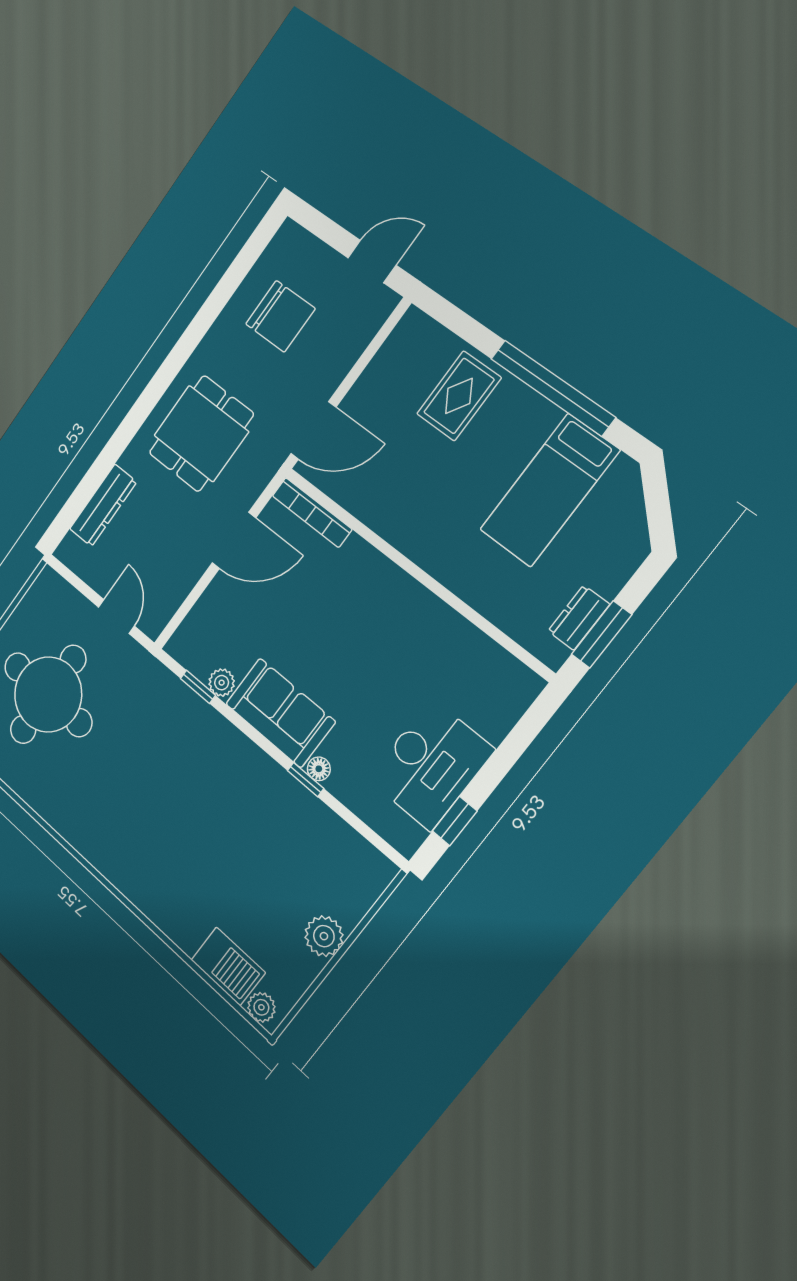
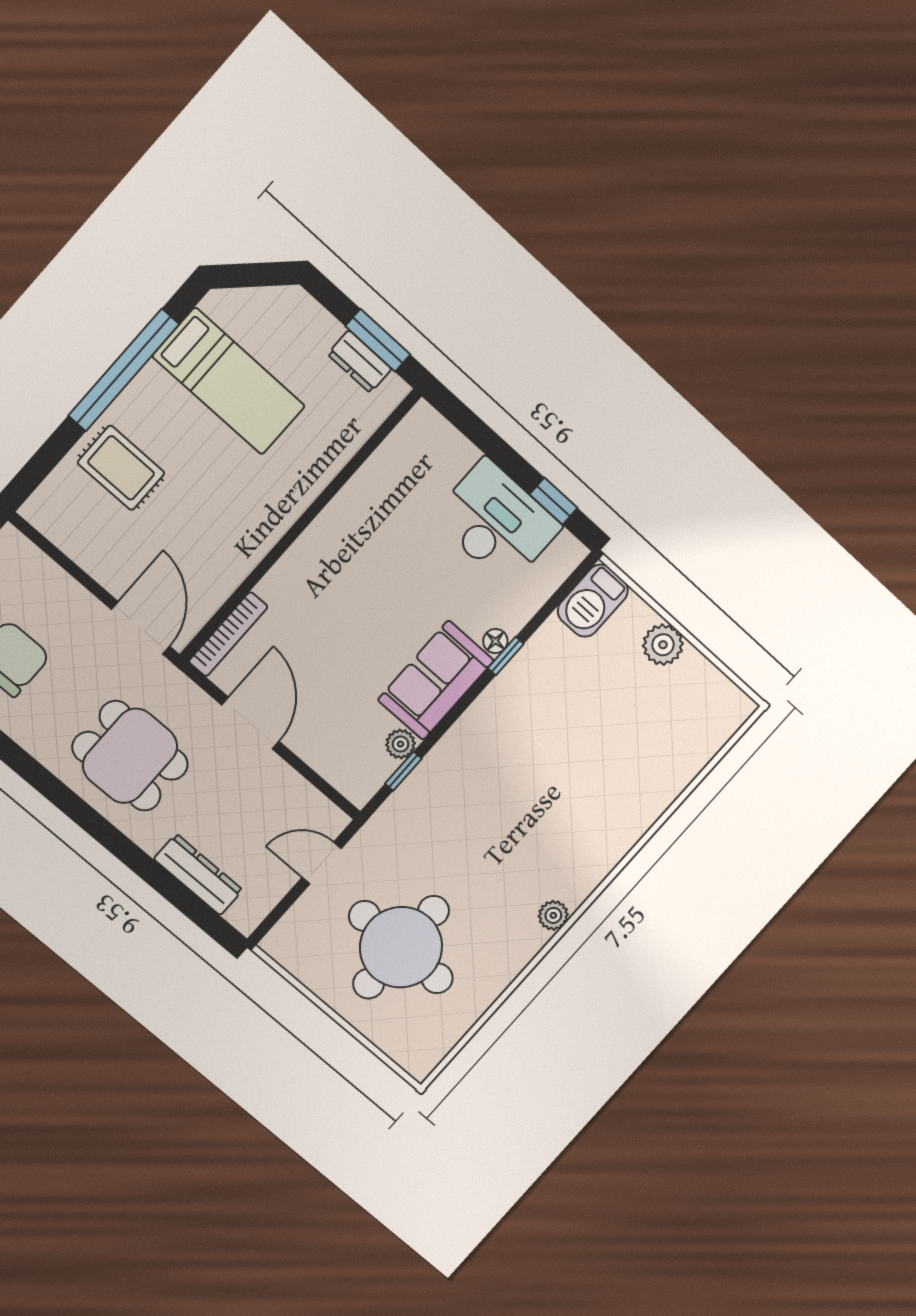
barbecue: (228, 966) -> (593, 601), moved, turned 180
plant: (261, 1007) -> (553, 915), moved

